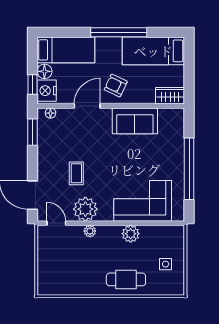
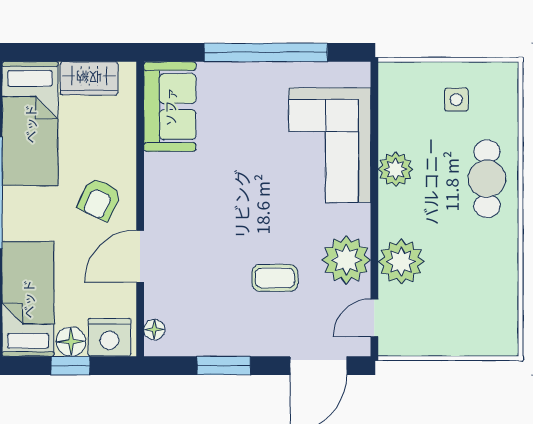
window: (32, 85) -> (70, 366), moved
wardrobe: (170, 96) -> (89, 78), moved, turned -90
door: (87, 106) -> (140, 256), hinge flipped
sofa: (135, 121) -> (170, 107), moved
window: (32, 132) -> (224, 366), moved
plant: (90, 231) -> (401, 262), width x1.88, depth x1.88

